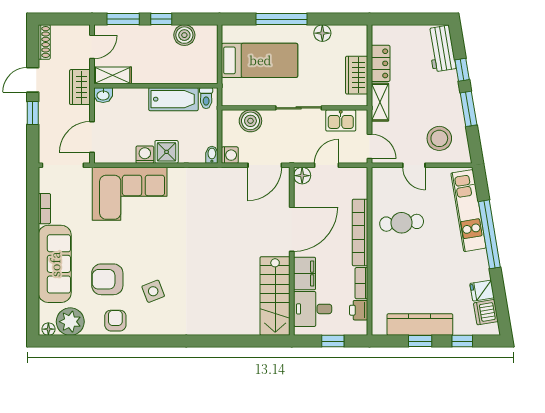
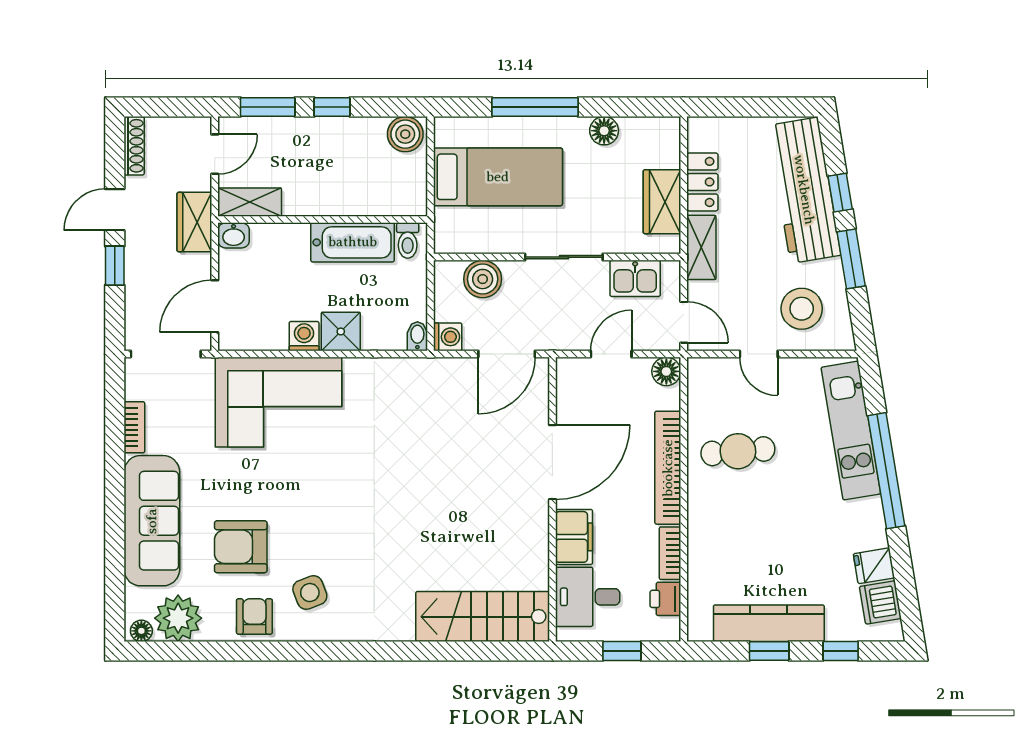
boiler: (184, 35) -> (405, 134), moved
workbench: (441, 49) -> (804, 190), width x1.88, depth x1.32
floor lamp: (302, 176) -> (666, 371), moved
side table: (153, 291) -> (310, 593), moved
stairs: (275, 296) -> (483, 617), moved, turned 90

